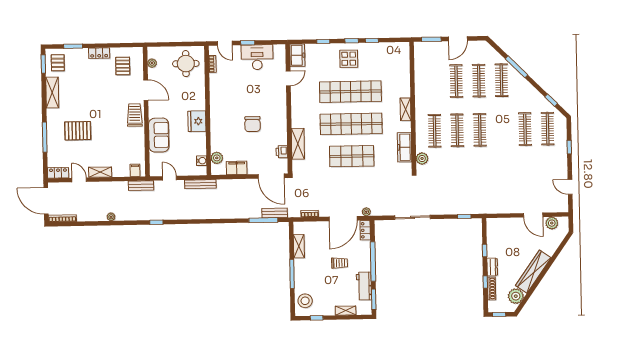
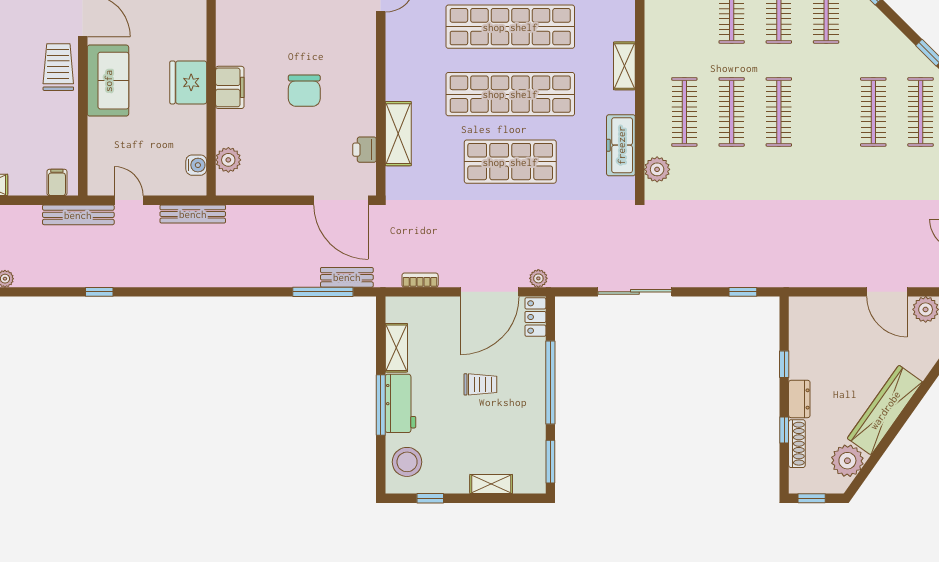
sofa: (159, 135) -> (108, 81), moved
filing cabinet: (237, 168) -> (230, 87), moved, turned 90
bench: (141, 186) -> (78, 215), width x1.36
workbench: (364, 286) -> (400, 403), moved, turned 180

